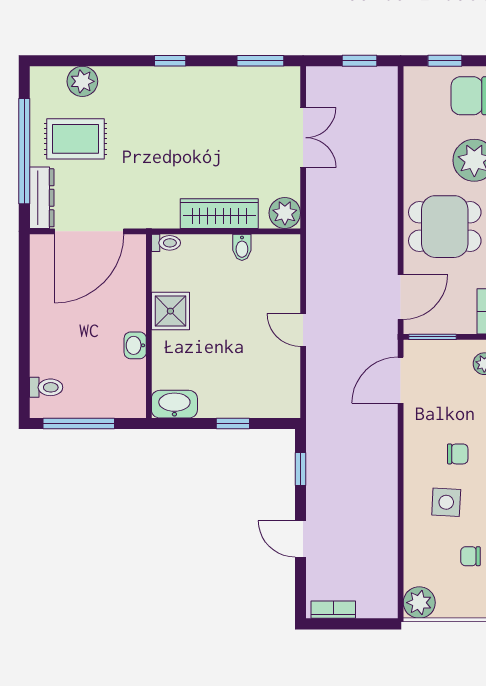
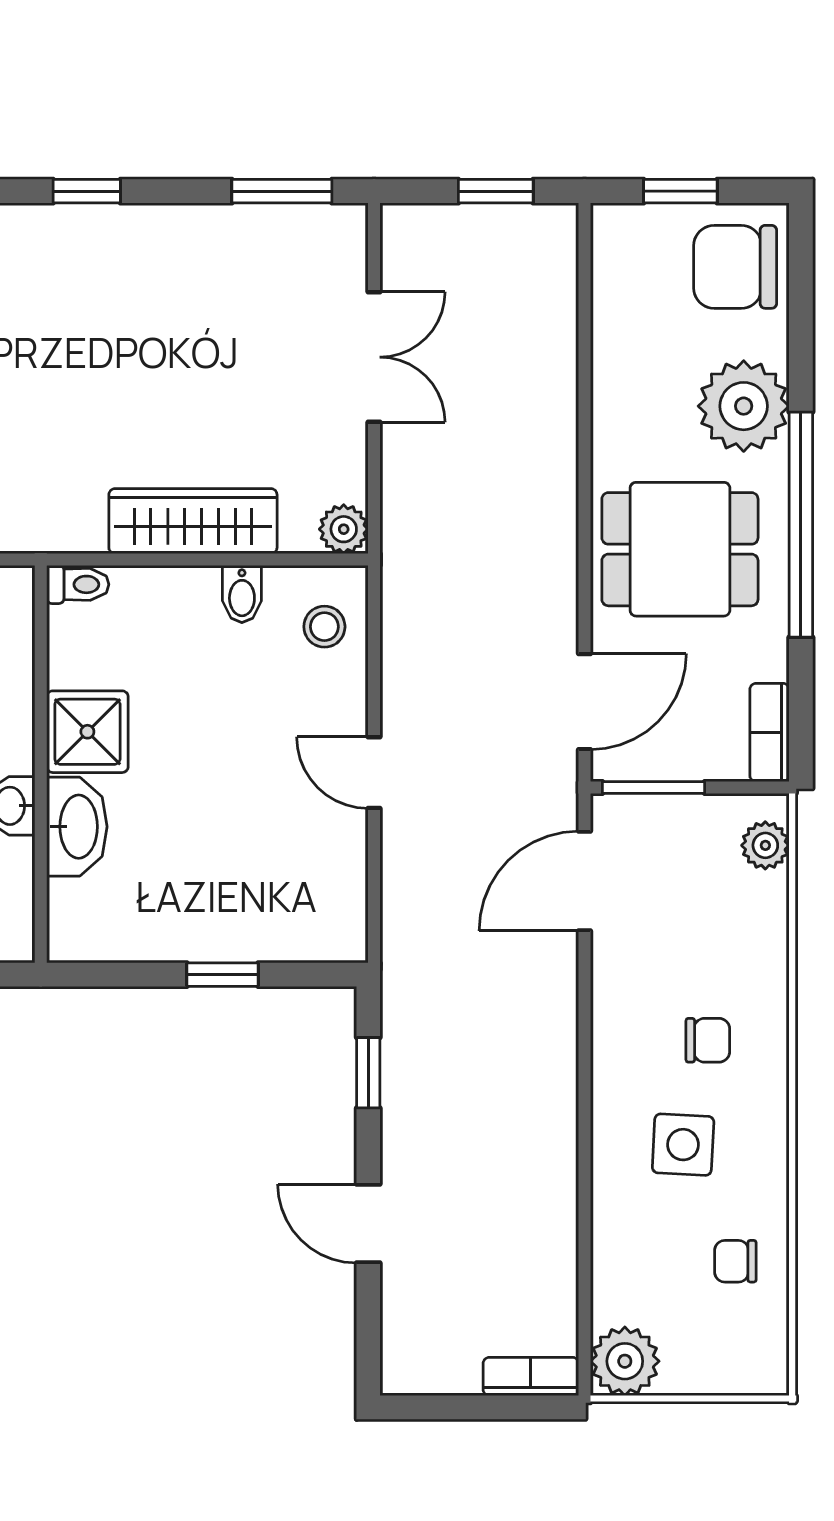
plant: (285, 213) -> (344, 529), width x0.73, depth x0.73
stool: (280, 262) -> (324, 627), added
washbasin: (174, 404) -> (77, 827), moved, turned 90
bookcase: (333, 610) -> (531, 1377), moved

